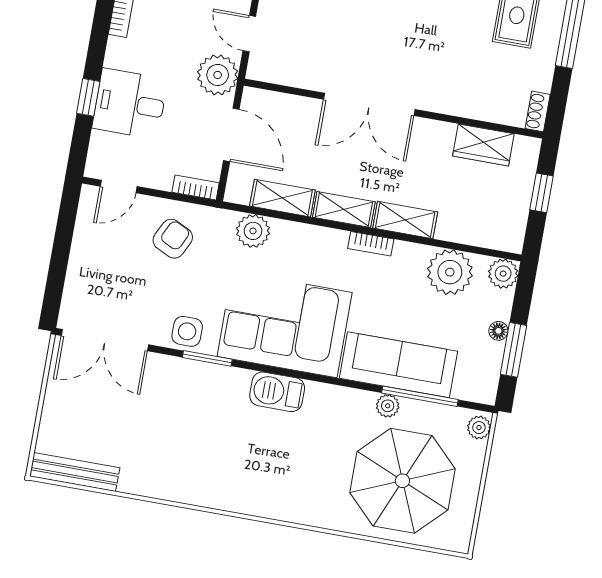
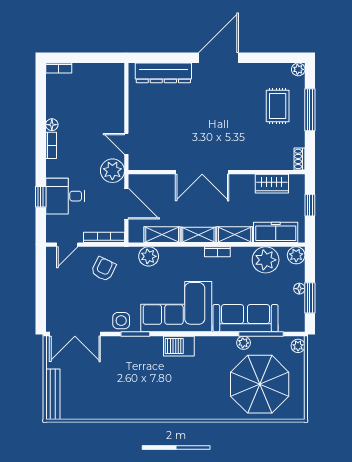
bookcase: (196, 187) -> (104, 237), width x1.56
freezer: (475, 229) -> (276, 232), added
bench: (75, 472) -> (53, 394), moved, turned 90

